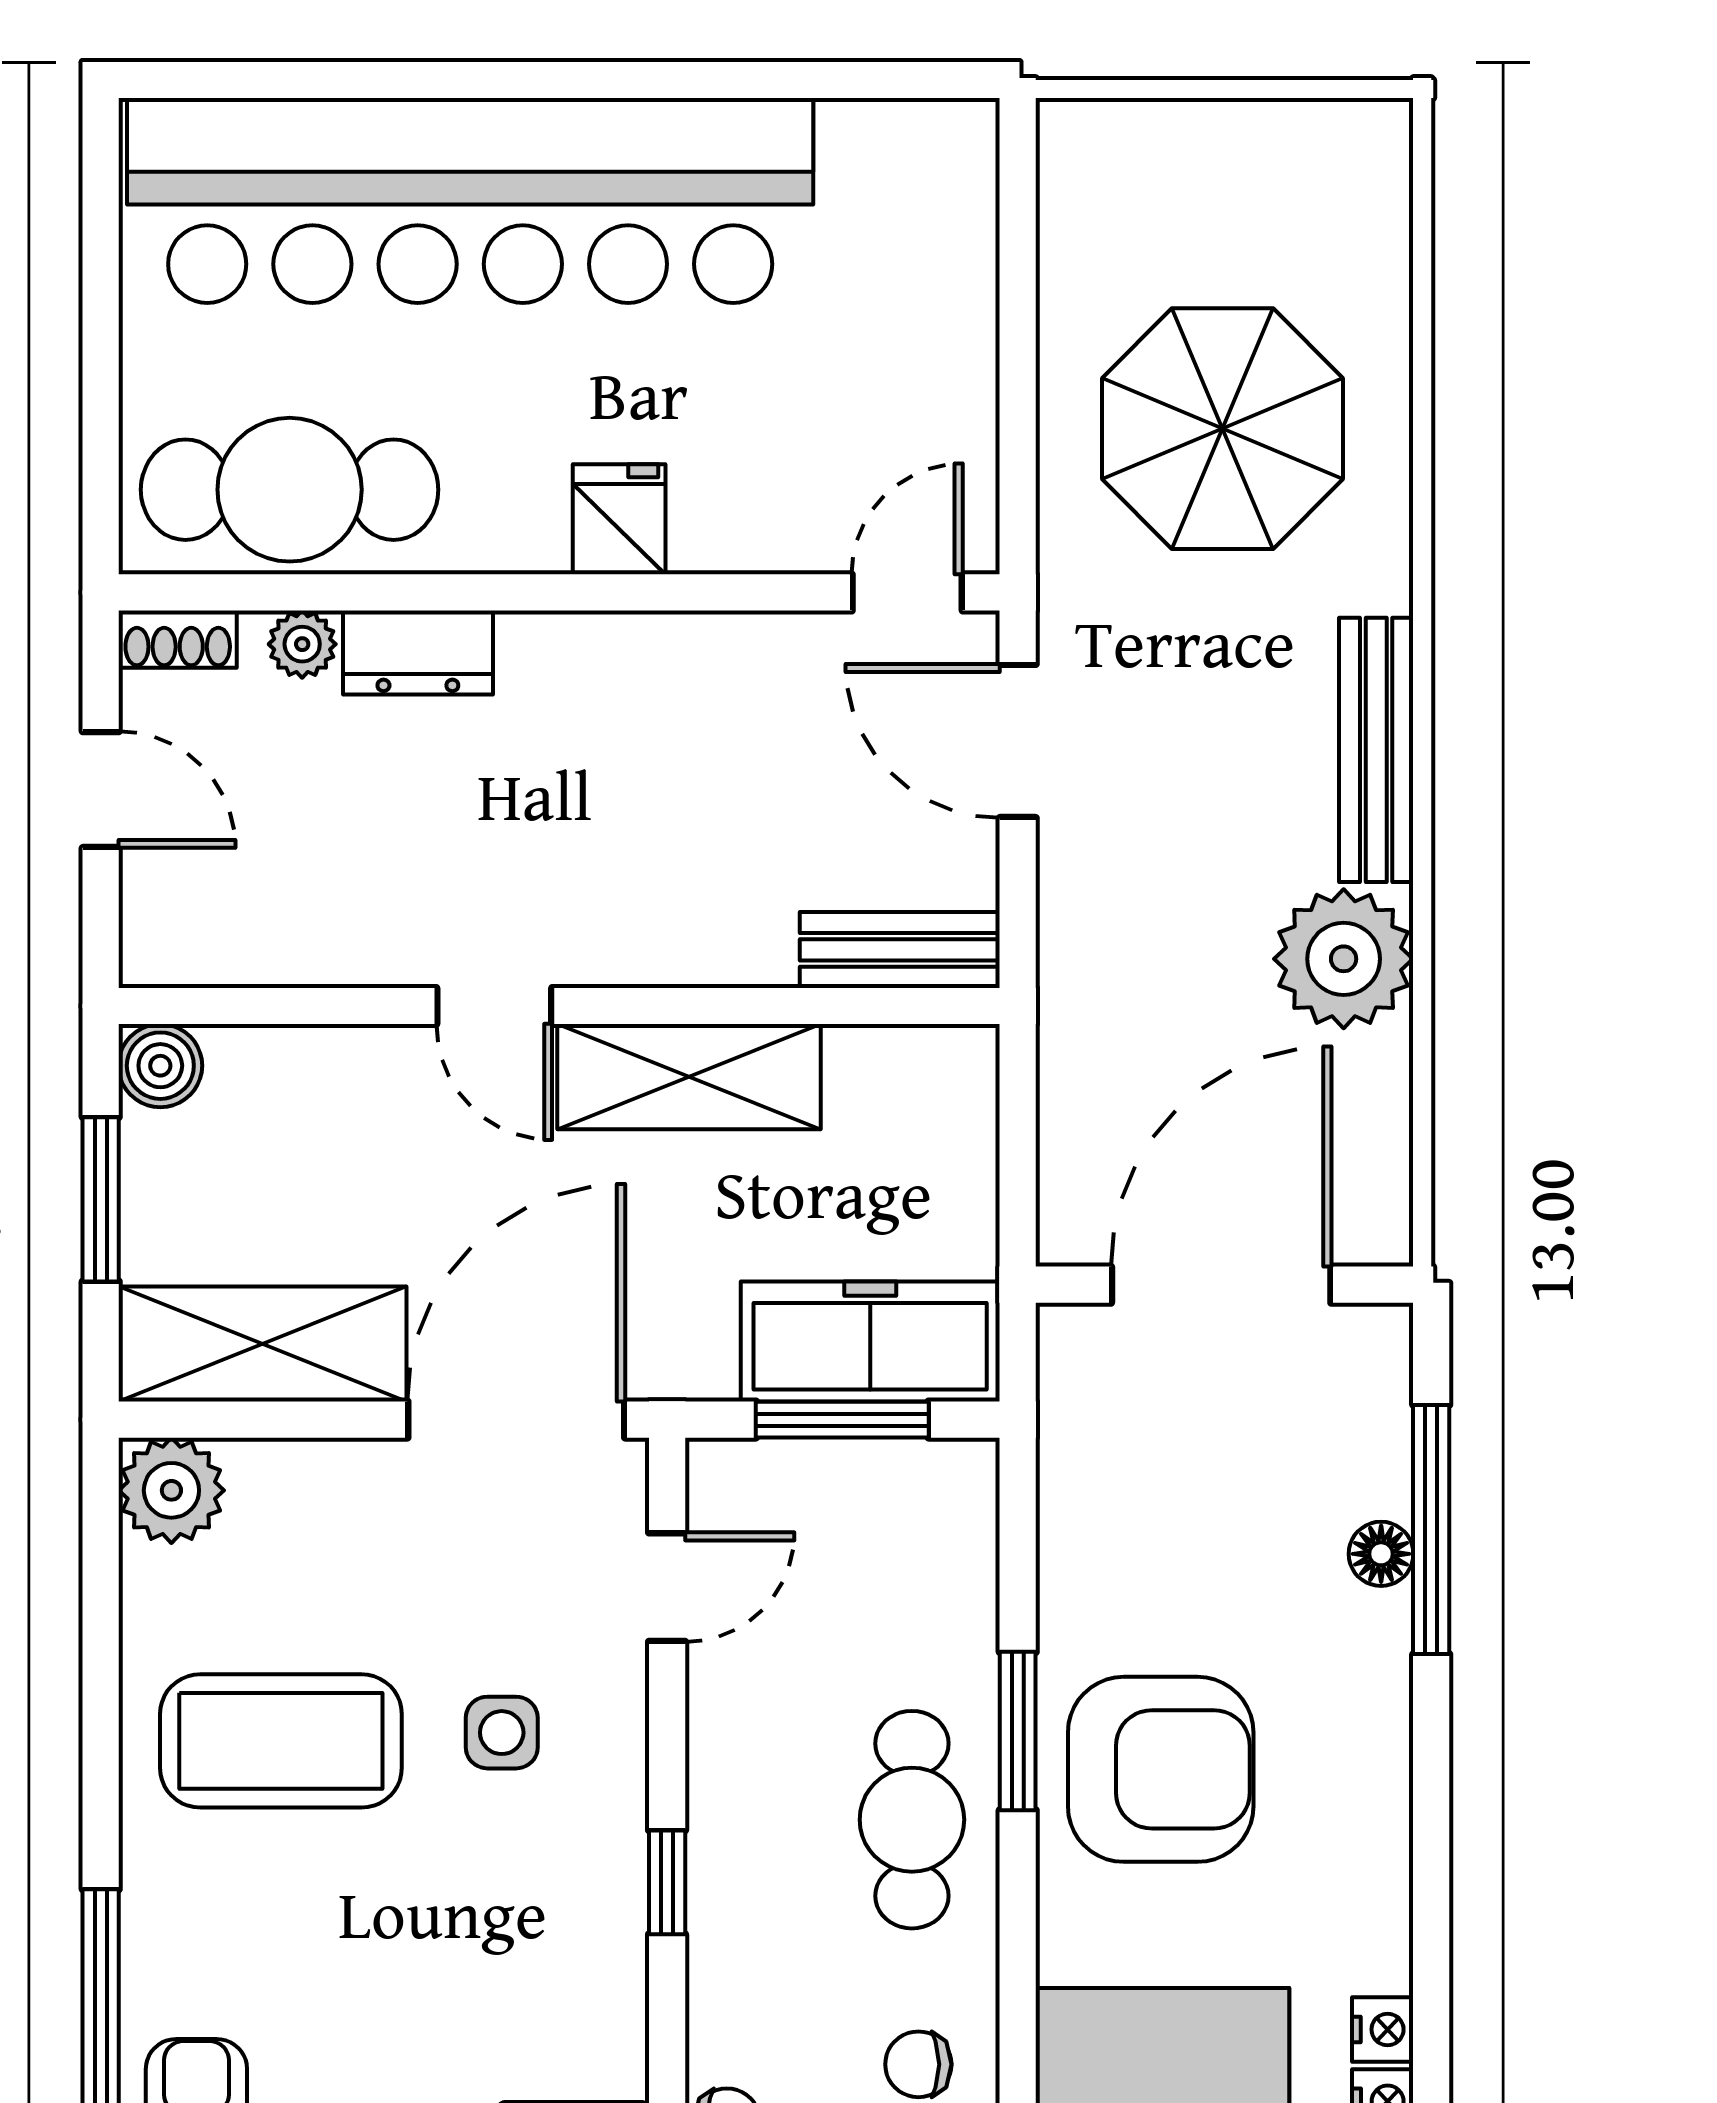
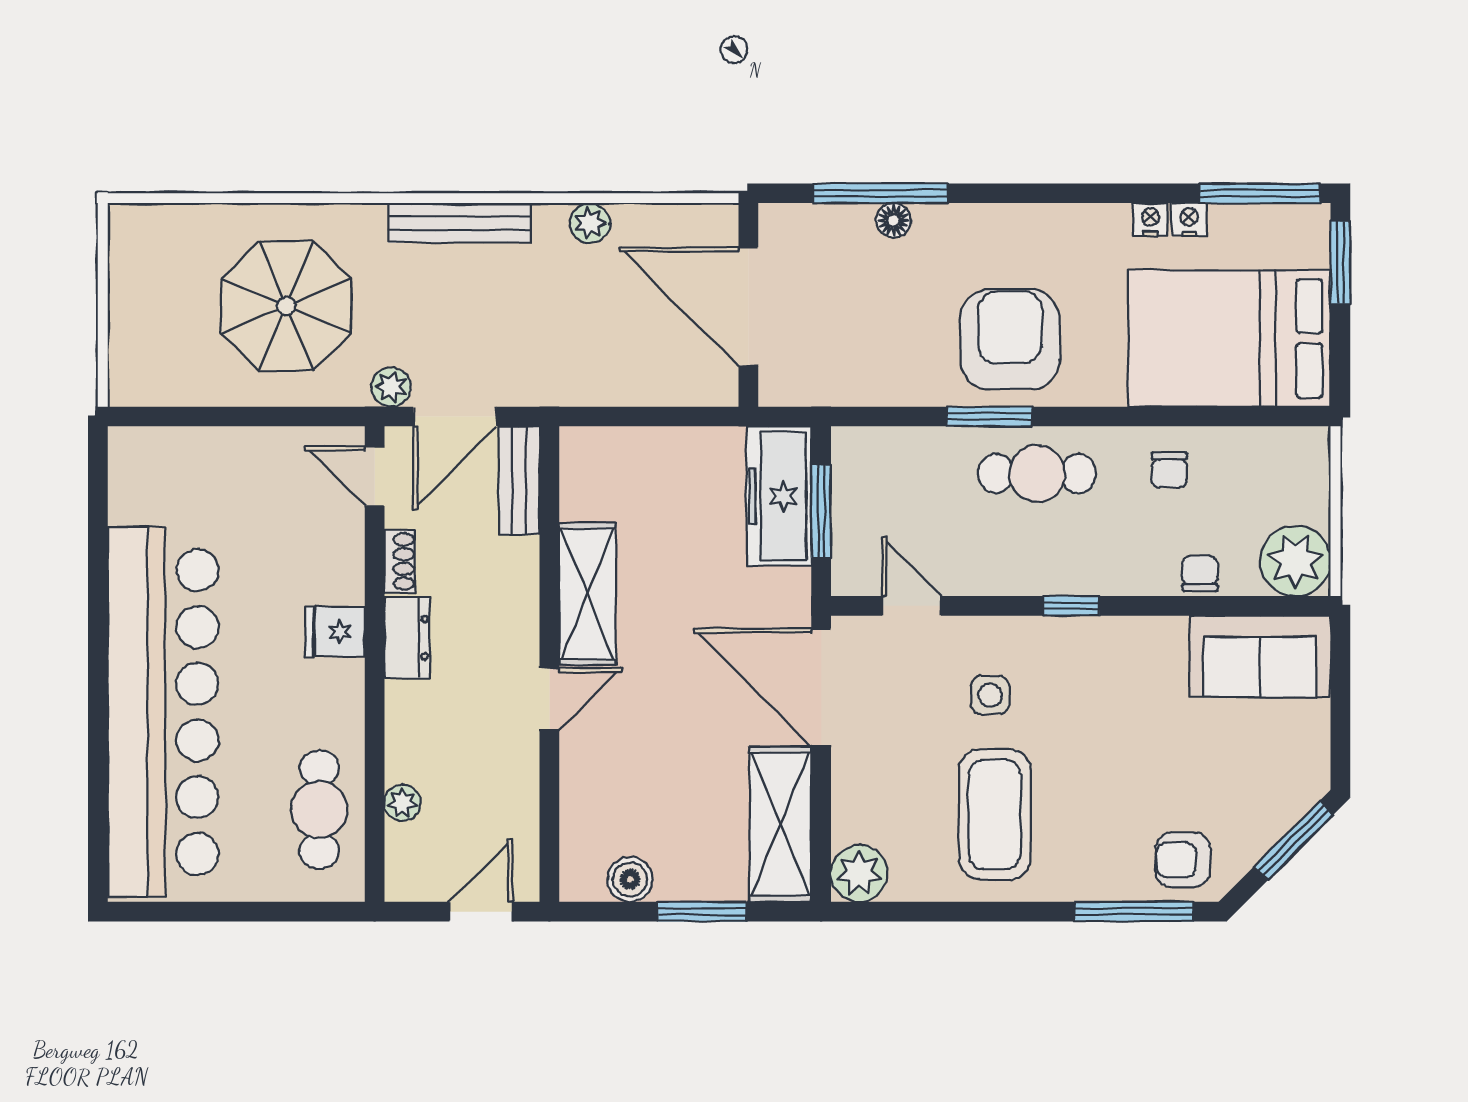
cafe table: (290, 490) -> (319, 810), width x0.73, depth x0.74
plant: (1072, 623) -> (391, 387), added
shoe rack: (178, 639) -> (400, 561), moved
dresser: (418, 653) -> (407, 638), moved
bench: (900, 950) -> (519, 480), moved
plant: (1344, 959) -> (590, 223), width x0.53, depth x0.53
door: (494, 1006) -> (549, 699), moved
wall: (559, 1006) -> (549, 664), moved
shelving: (689, 1077) -> (587, 594), moved

